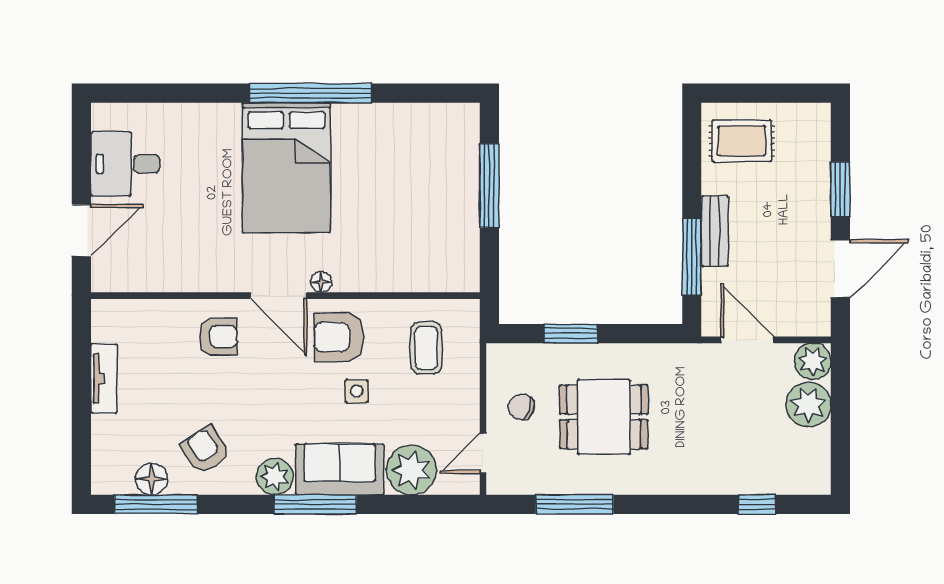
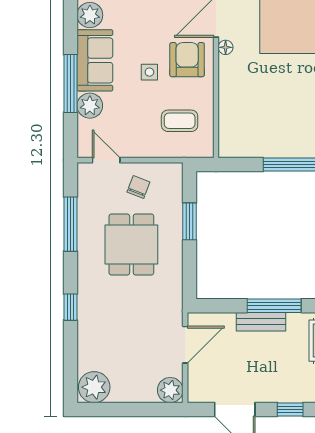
window: (840, 189) -> (290, 409), width x0.67
window: (692, 257) -> (274, 306), moved
plant: (808, 404) -> (94, 387), moved
plant: (411, 470) -> (90, 106), width x0.73, depth x0.73
window: (315, 504) -> (70, 84), moved
window: (757, 504) -> (70, 307), moved

